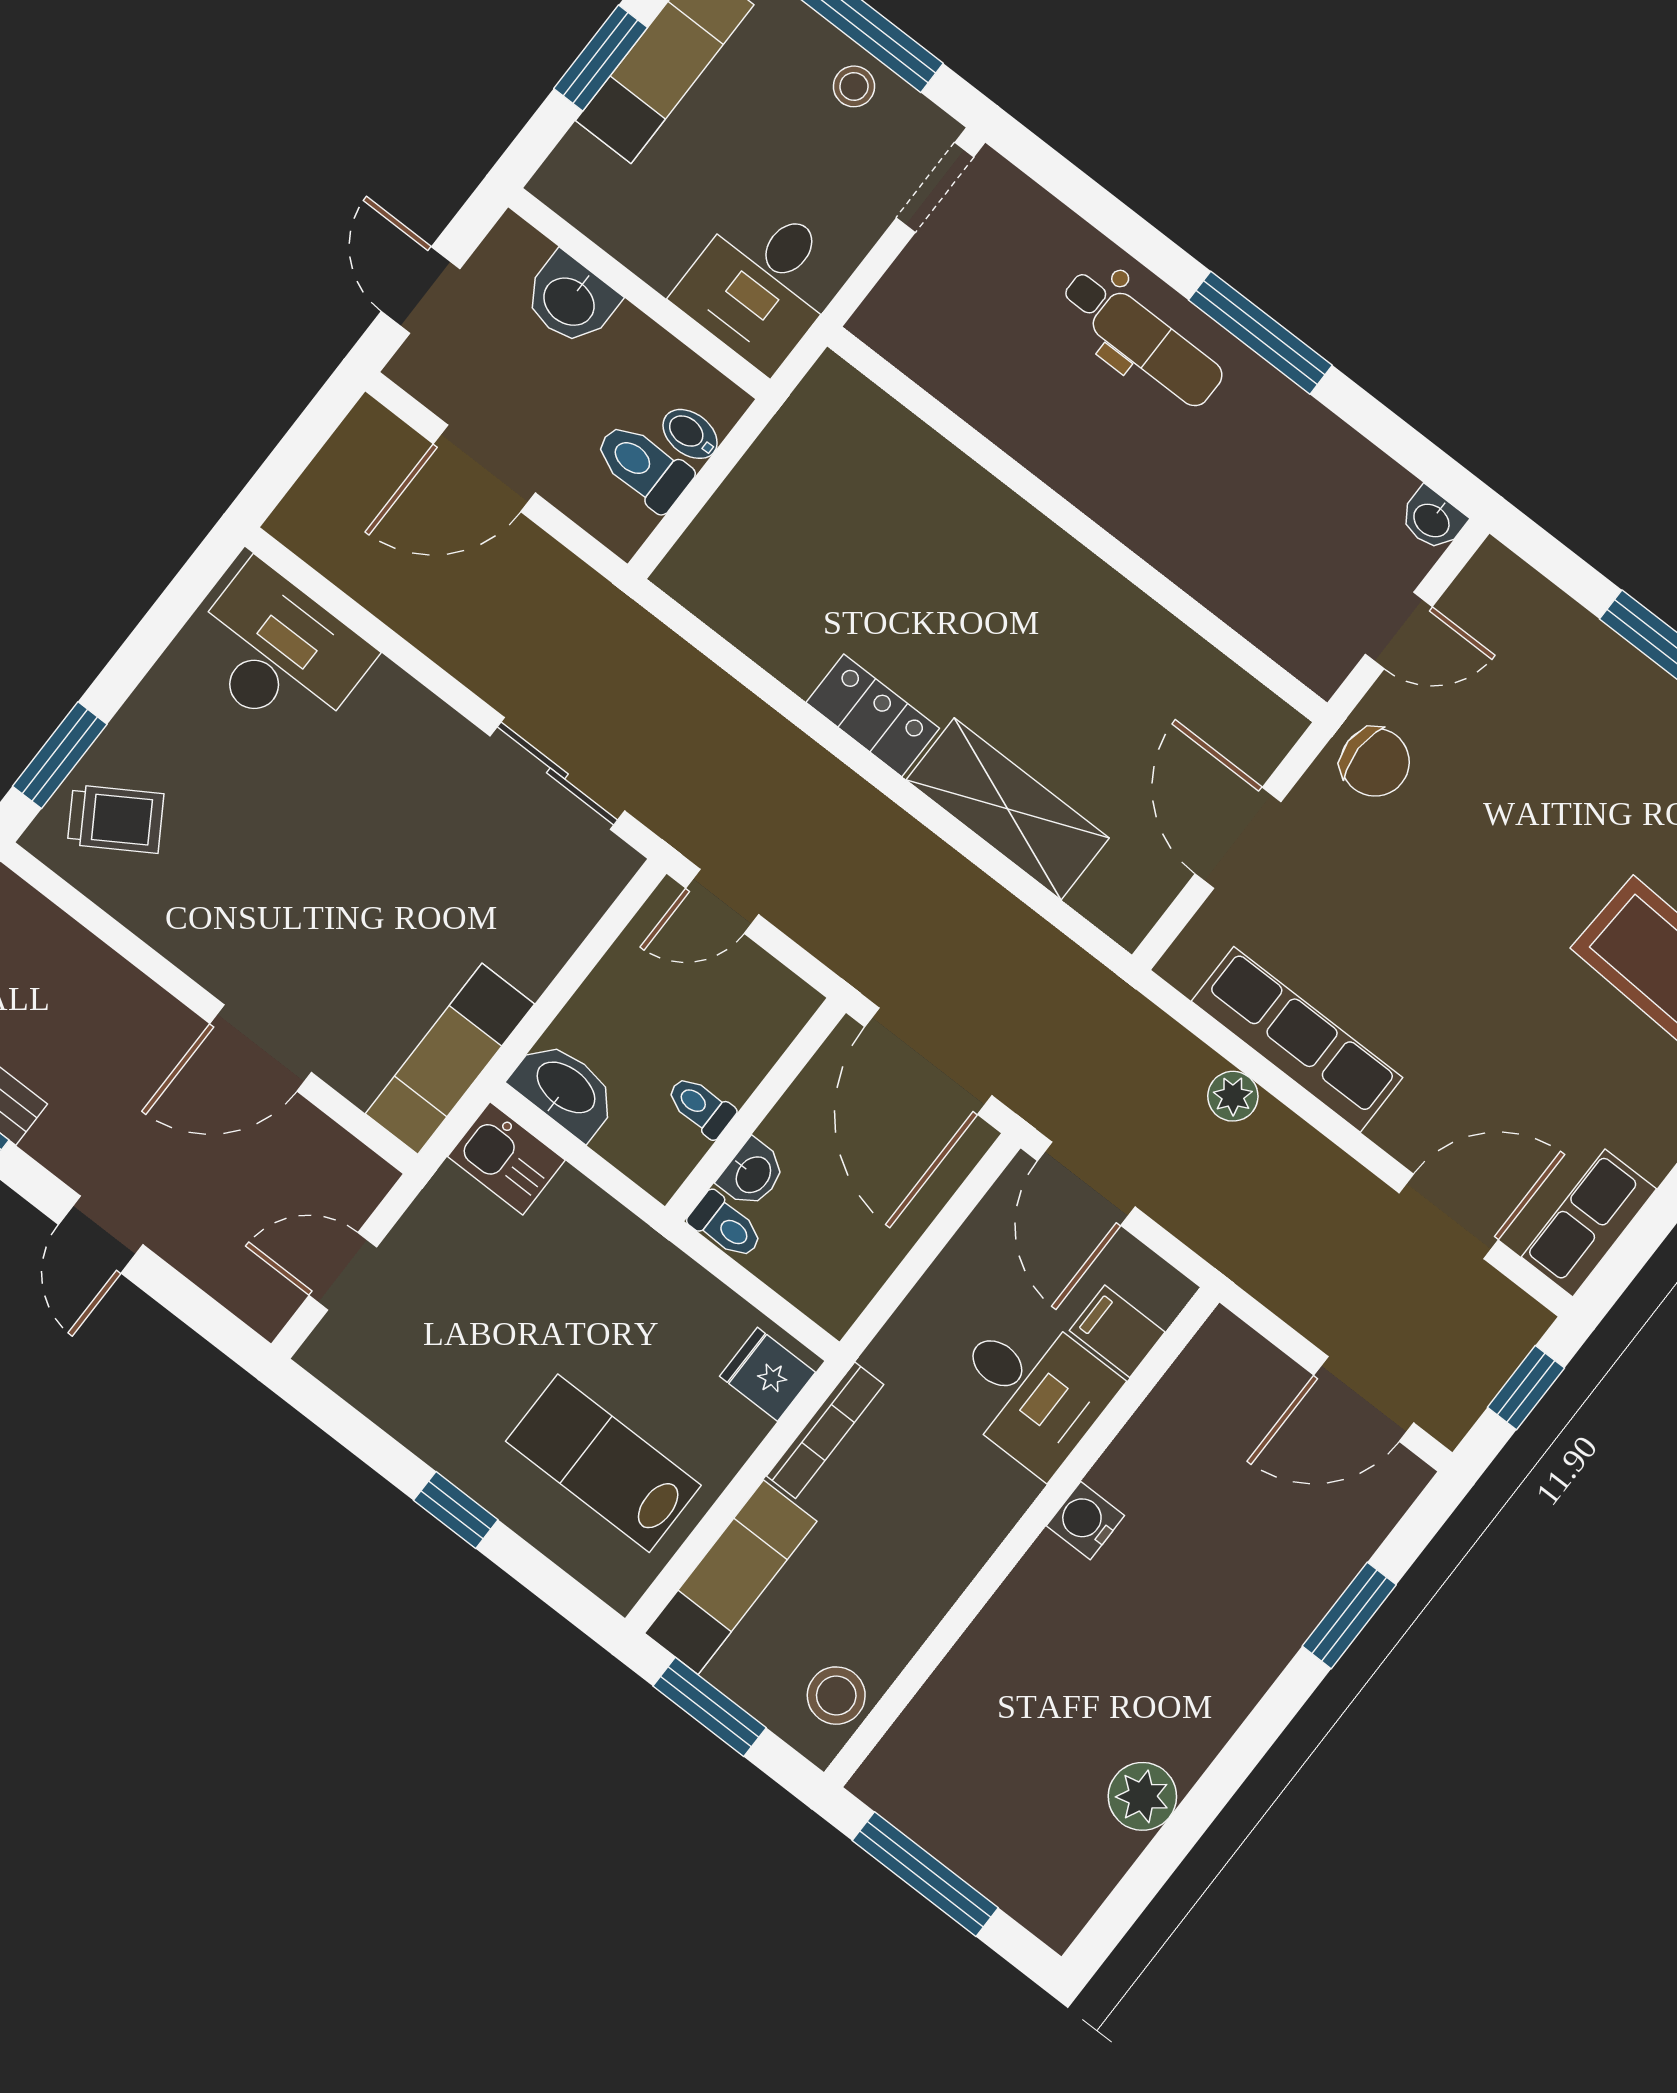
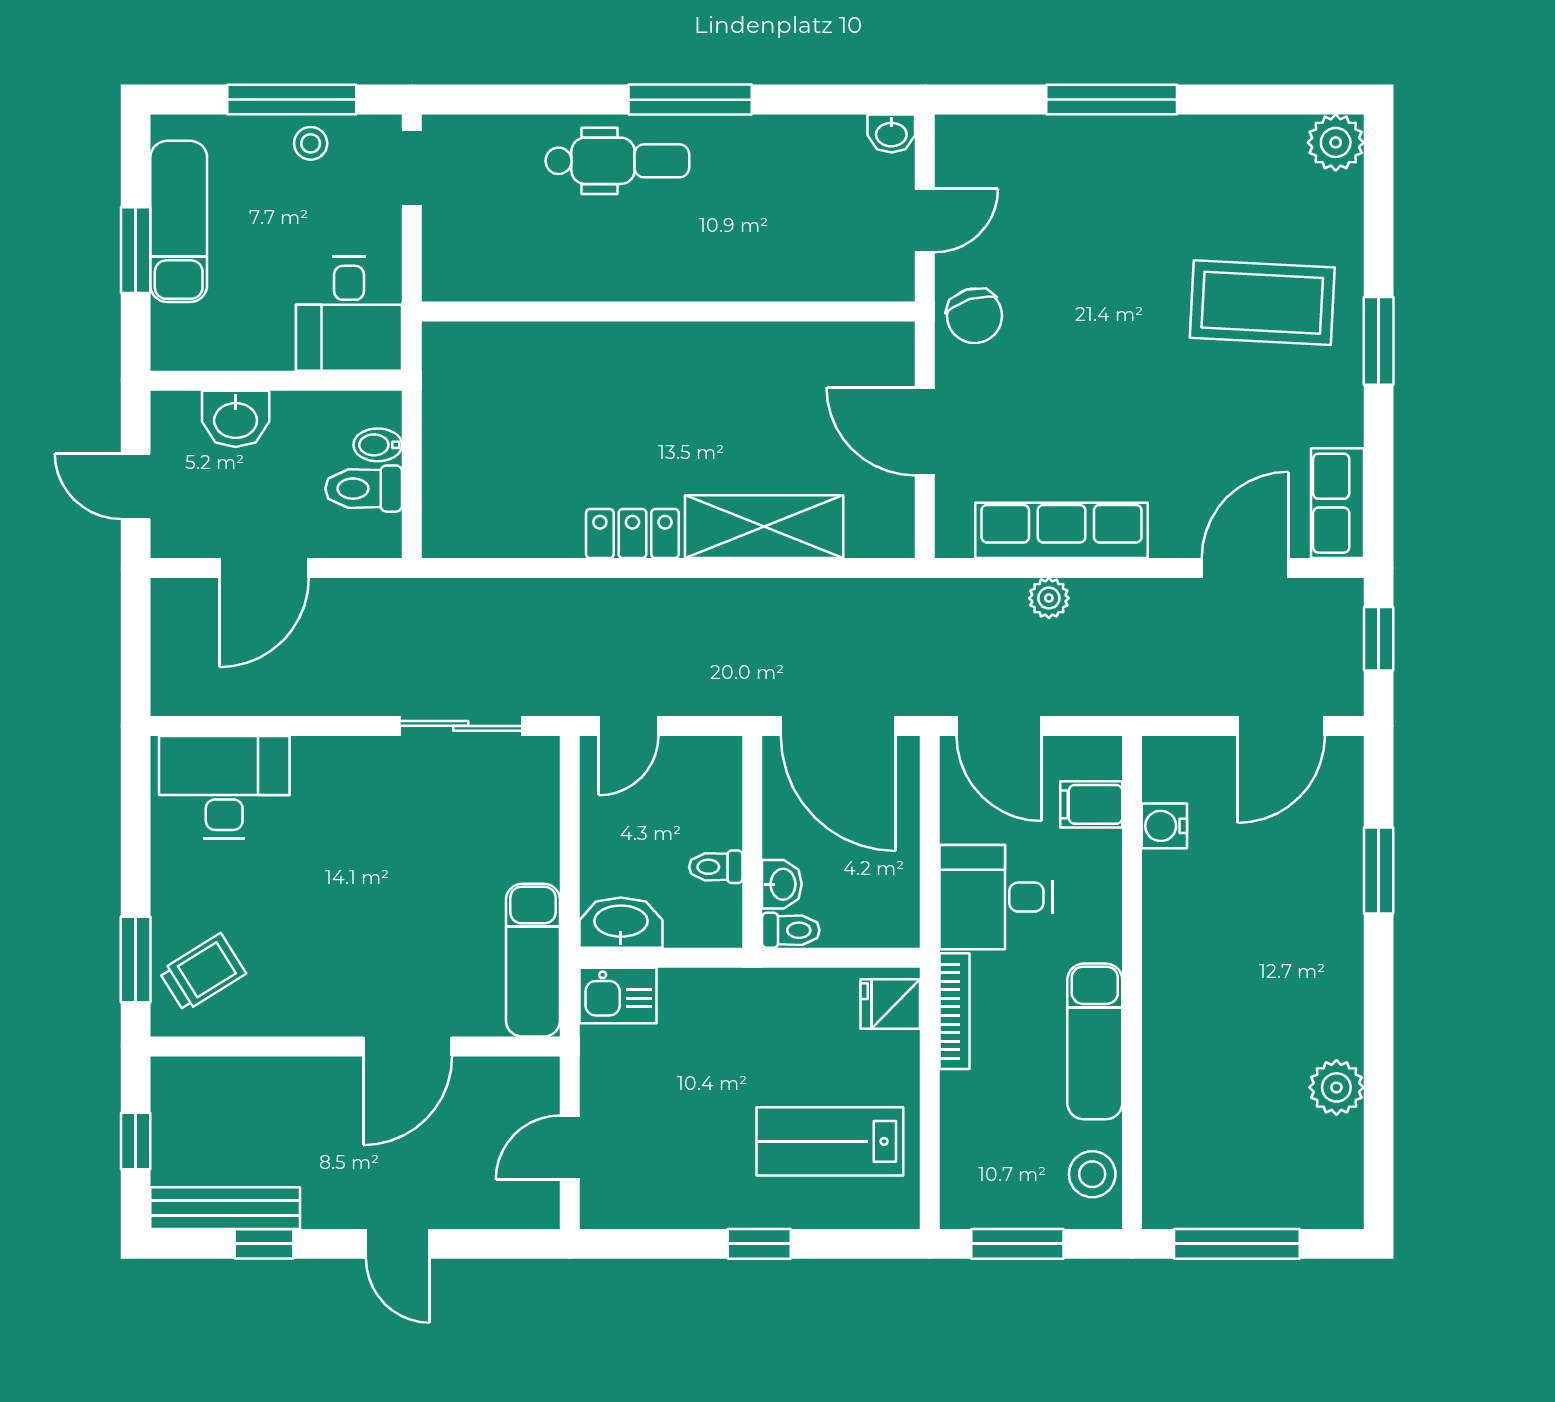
chair: (1375, 762) -> (975, 316), turned 73
desk: (1032, 1390) -> (996, 897), moved, turned 180
water cooler: (1085, 1521) -> (1164, 826), moved
exam couch: (731, 1577) -> (1095, 1041), moved, turned 180

